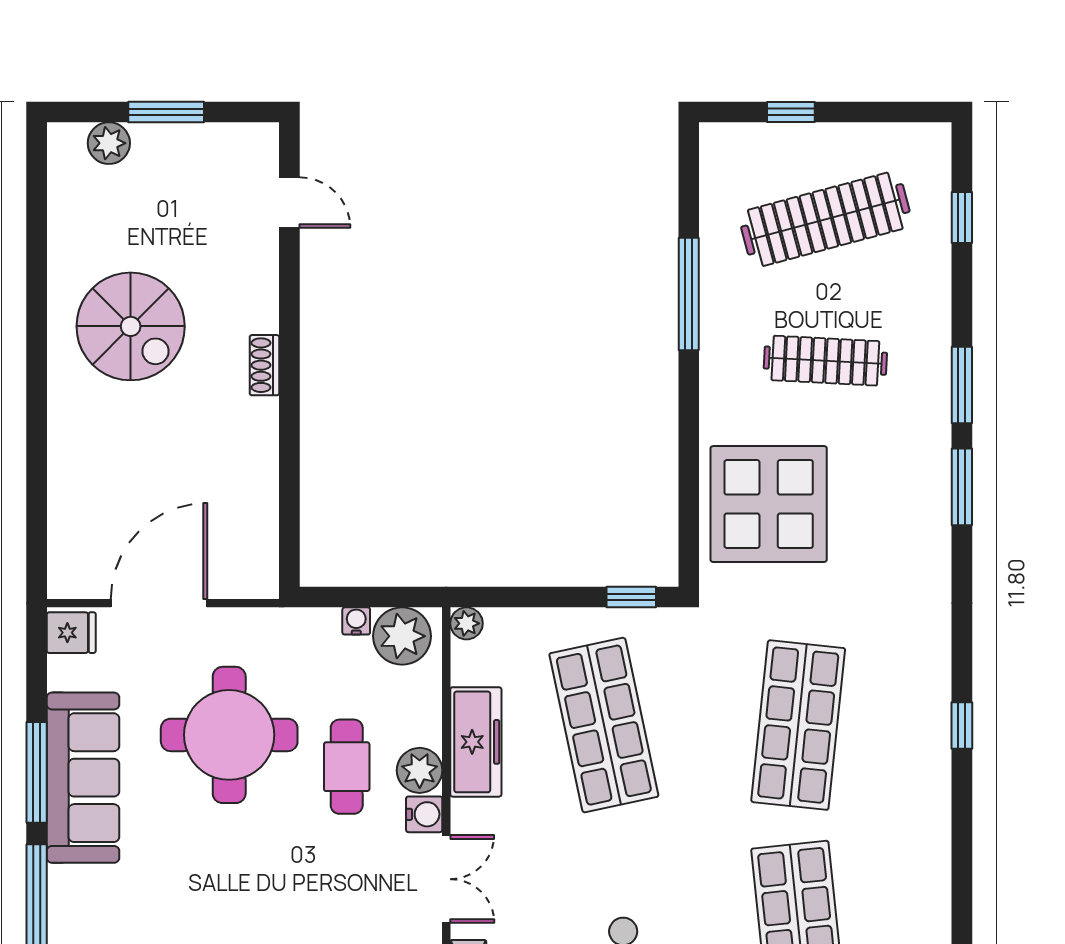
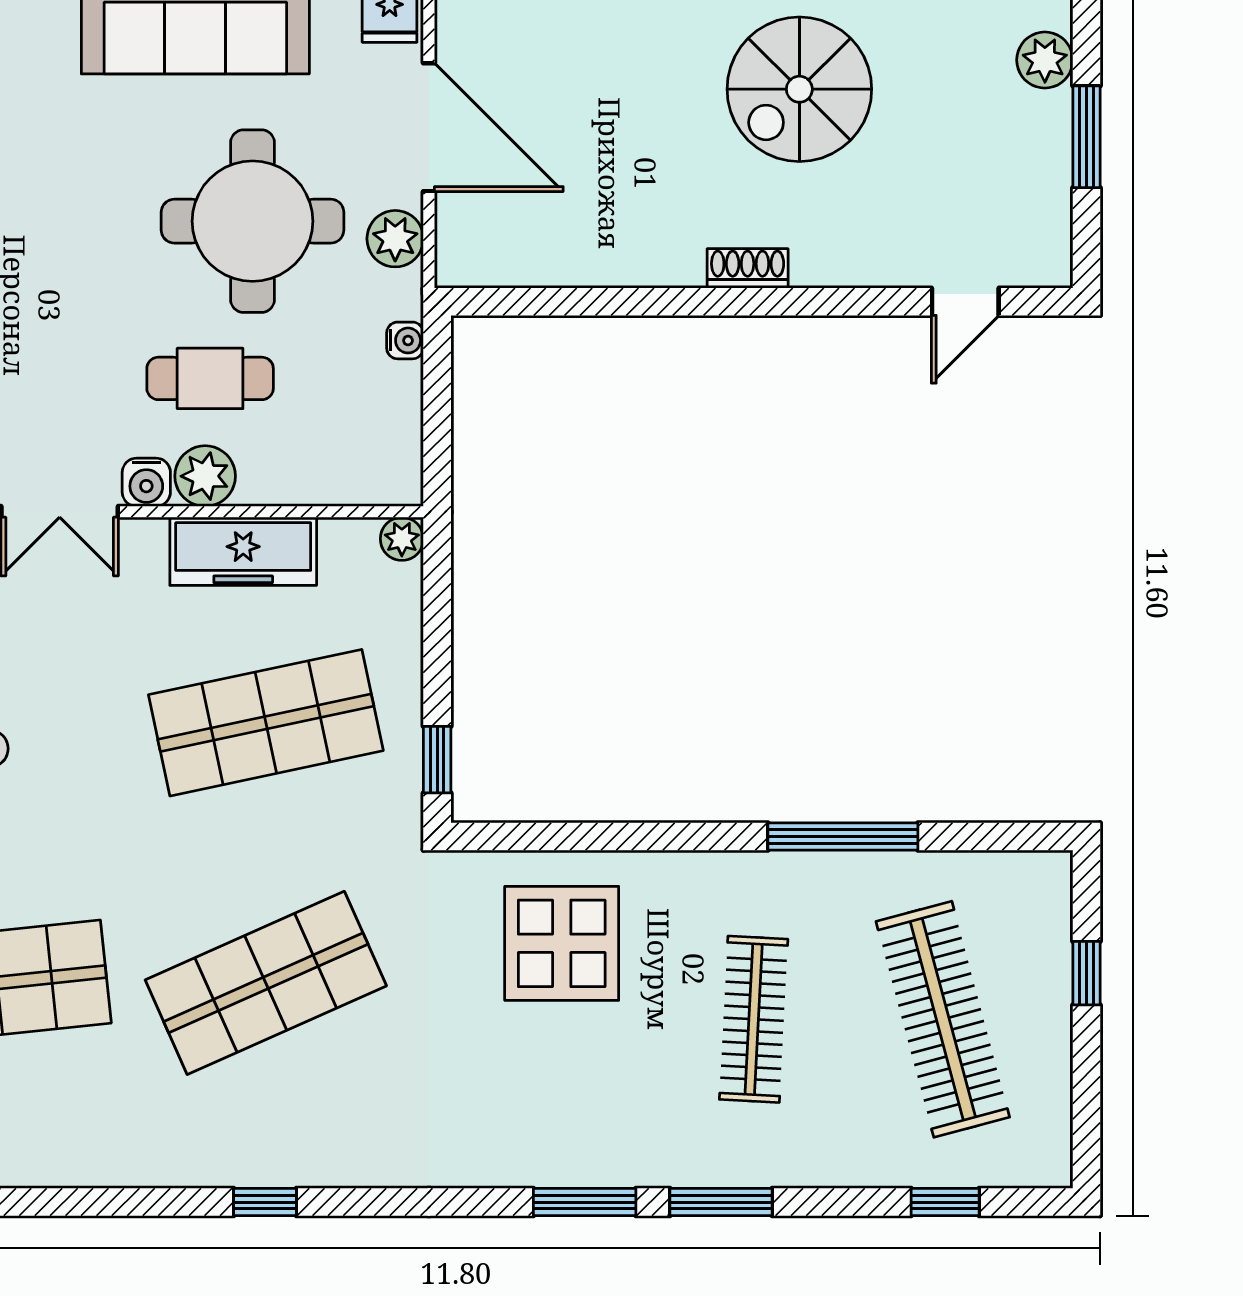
display table: (769, 504) -> (562, 943), width x0.73, depth x0.73
water cooler: (356, 621) -> (405, 340), moved
plant: (402, 636) -> (395, 239), moved, width x0.73, depth x0.73
shop shelf: (798, 725) -> (266, 983), turned -30

